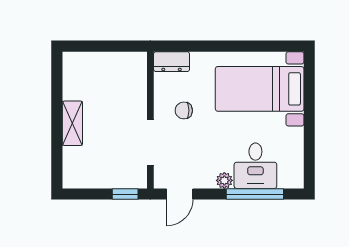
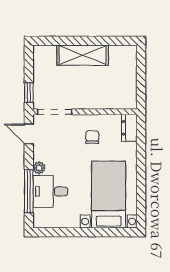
shelving: (72, 123) -> (83, 55), width x1.50, depth x1.33
doorway: (150, 143) -> (55, 112), moved

